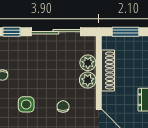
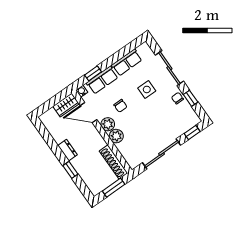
plant: (88, 63) -> (108, 124), moved
shoe rack: (108, 70) -> (114, 162), moved

